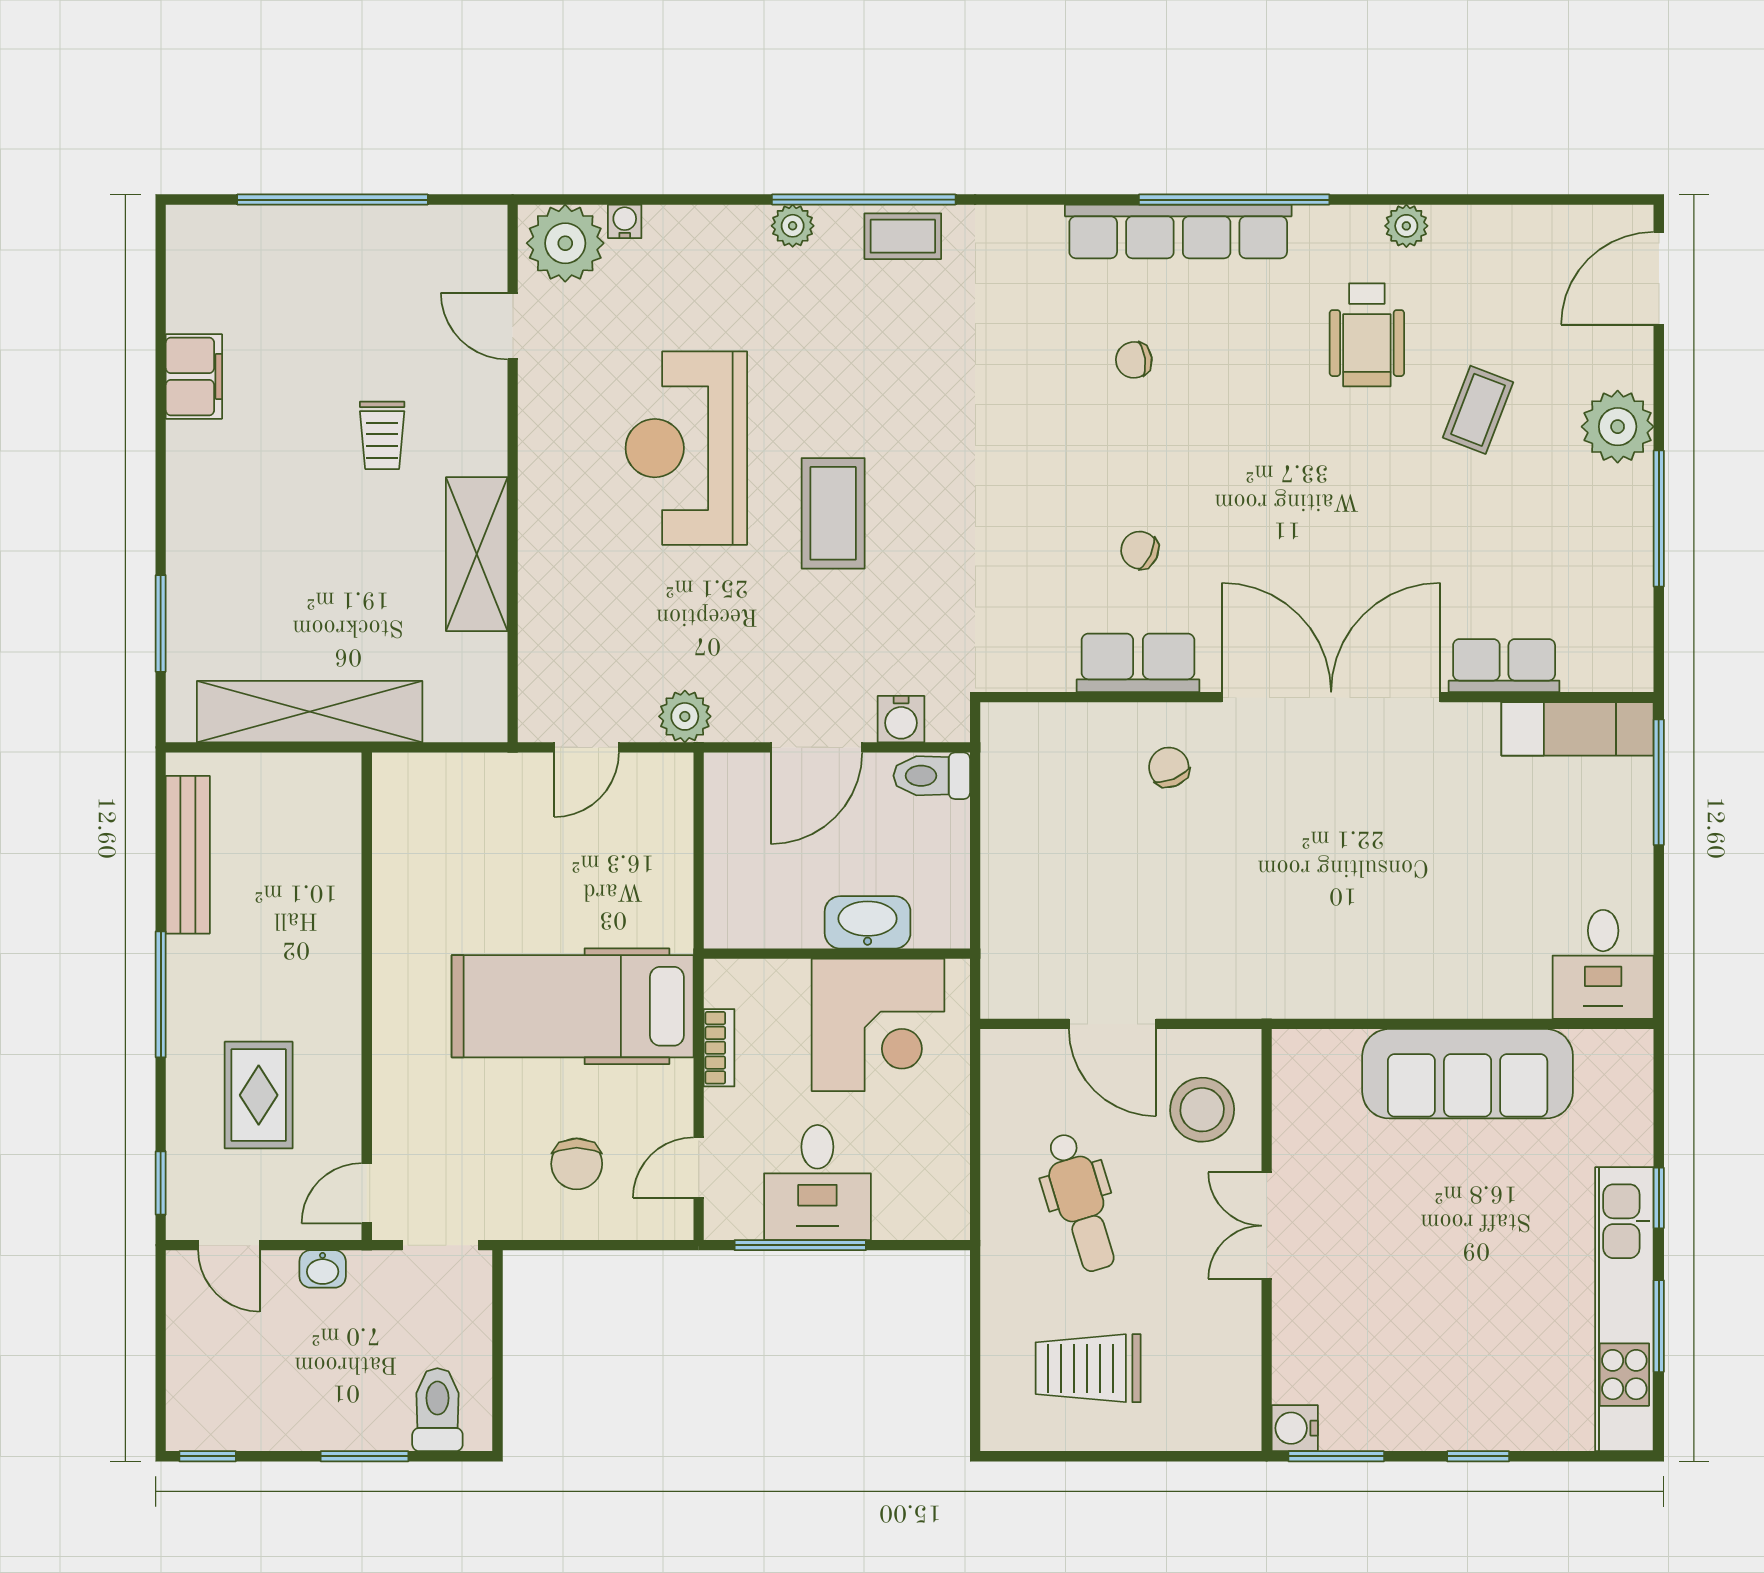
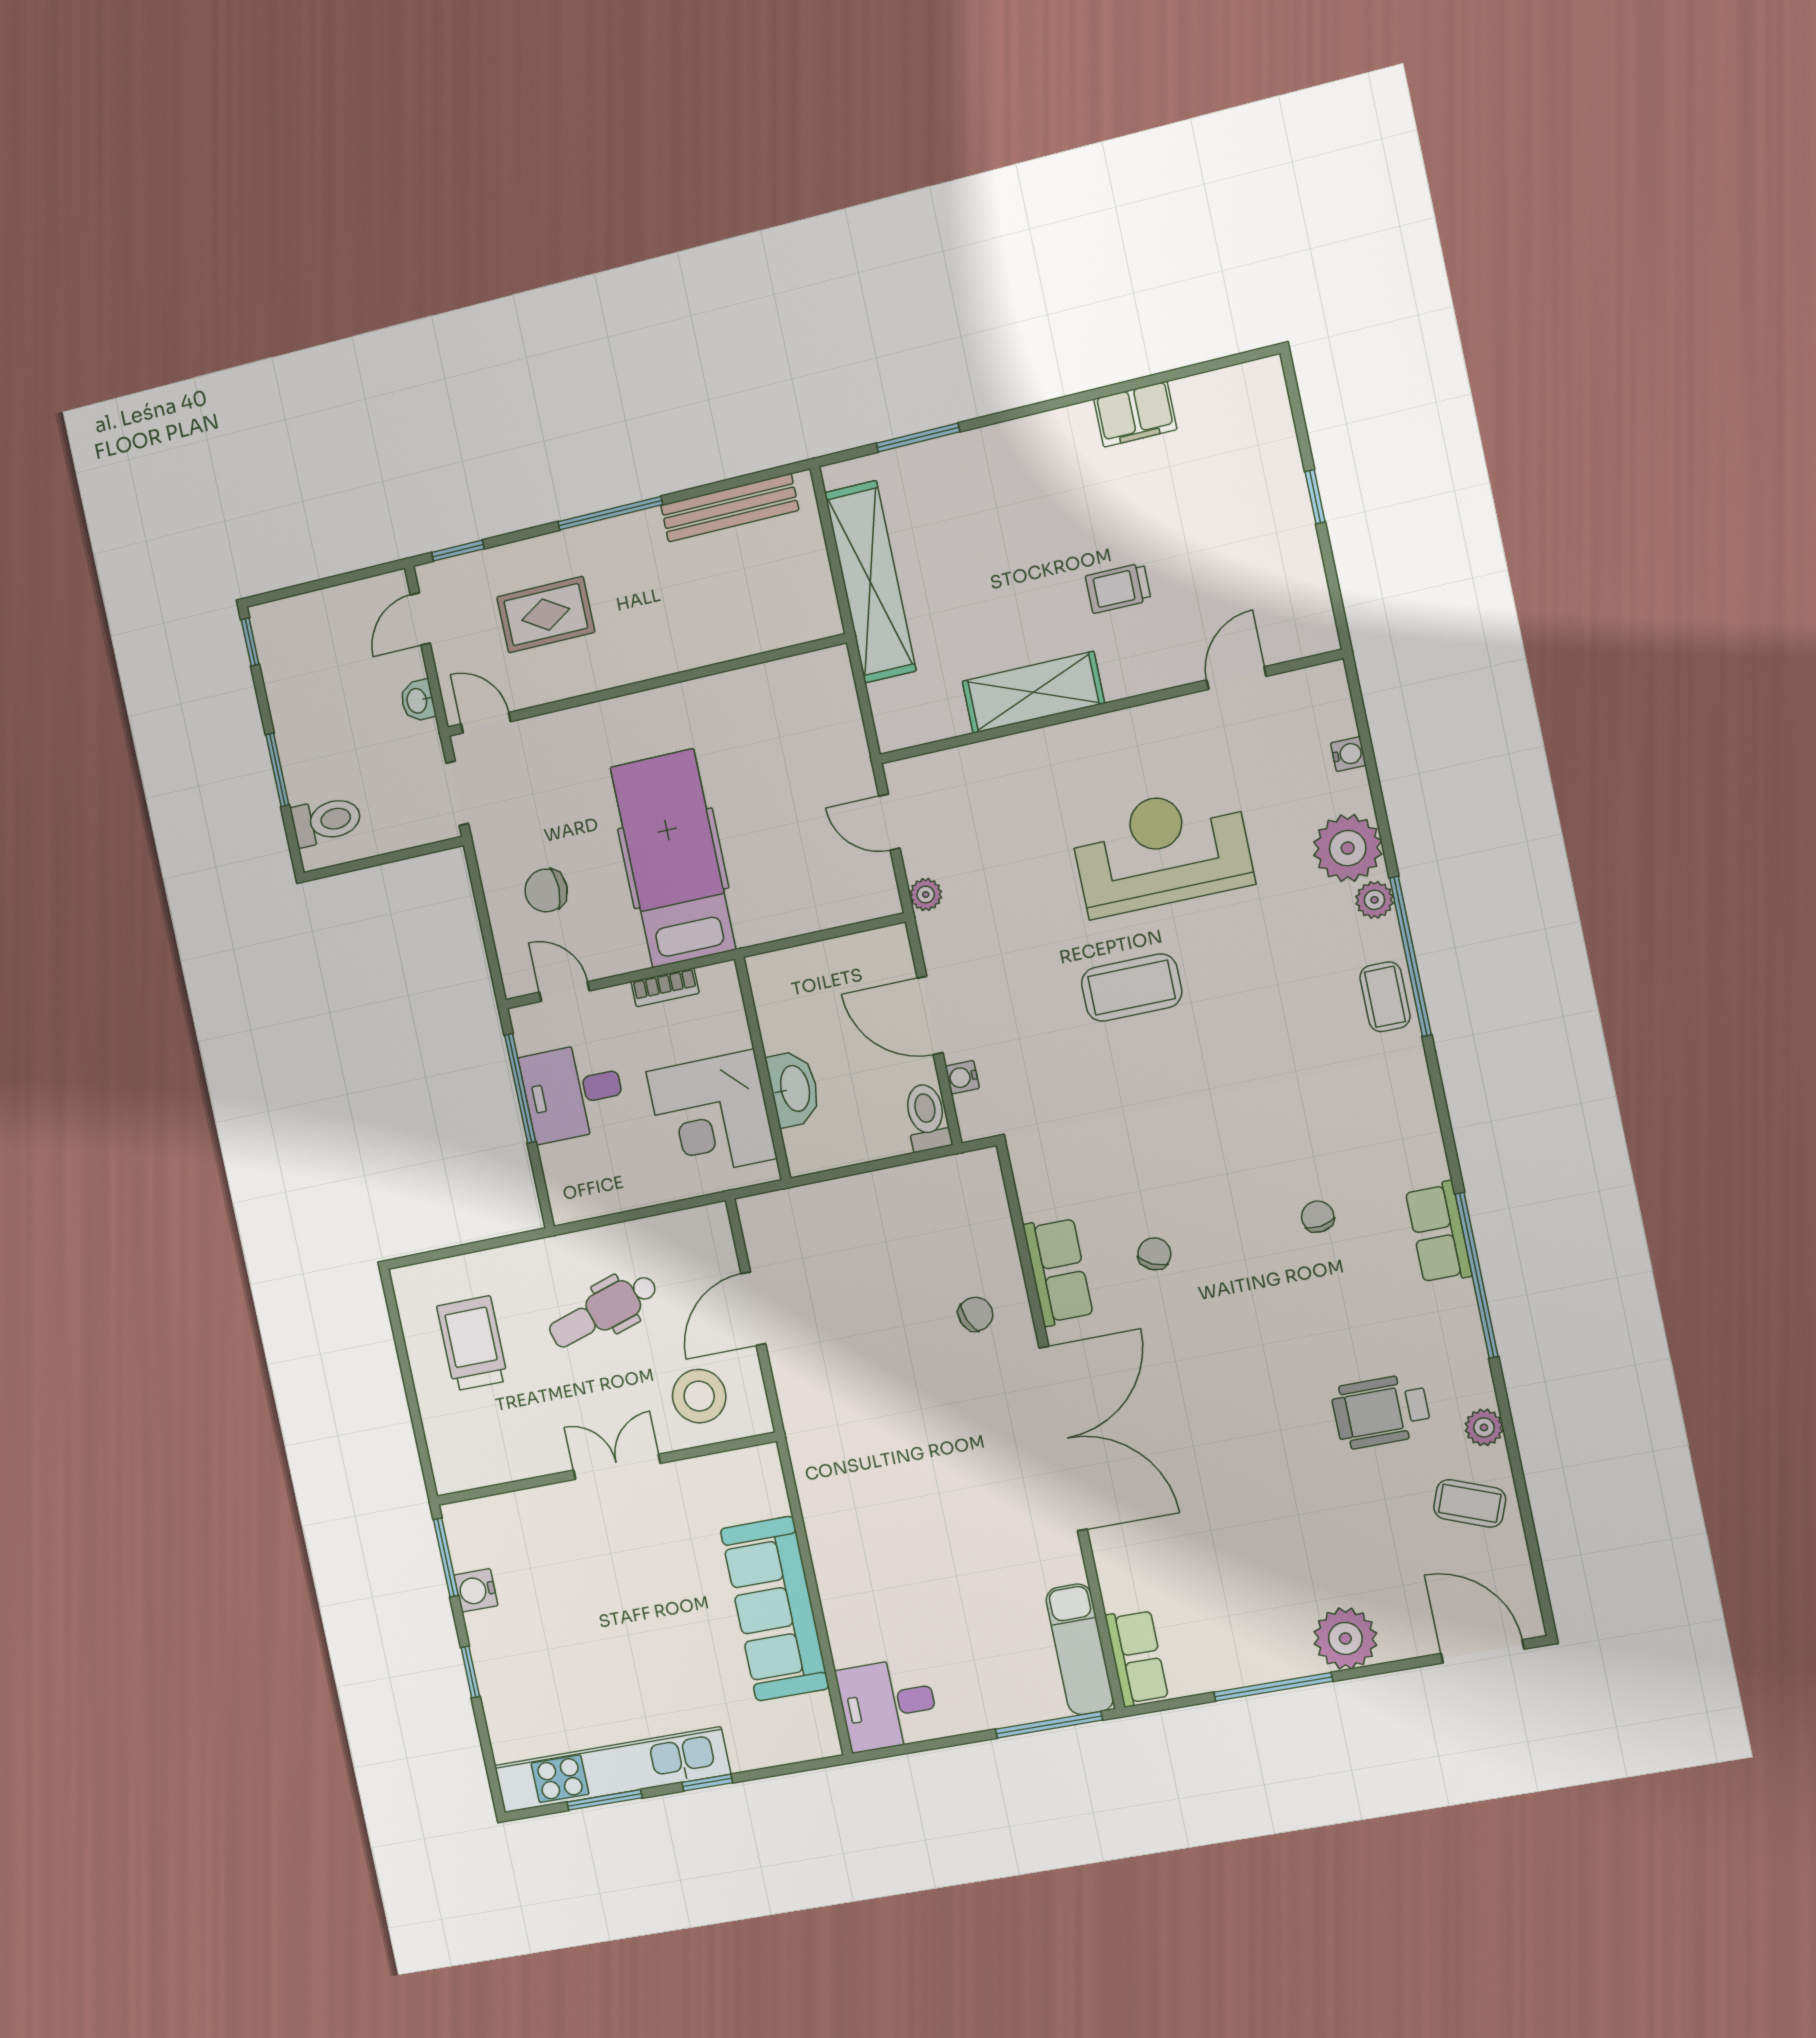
window: (332, 200) -> (1315, 497), width x0.32
row of seats: (1178, 231) -> (1438, 1233), width x0.50
plant: (565, 243) -> (1348, 848), moved
coffee table: (1478, 410) -> (1470, 1503), moved
row of seats: (1504, 666) -> (1137, 1658), moved
plant: (685, 716) -> (926, 895), width x0.73, depth x0.73
water cooler: (901, 719) -> (962, 1077), width x0.72, depth x0.72
water cooler: (1295, 1428) -> (476, 1590), moved, turned -90

